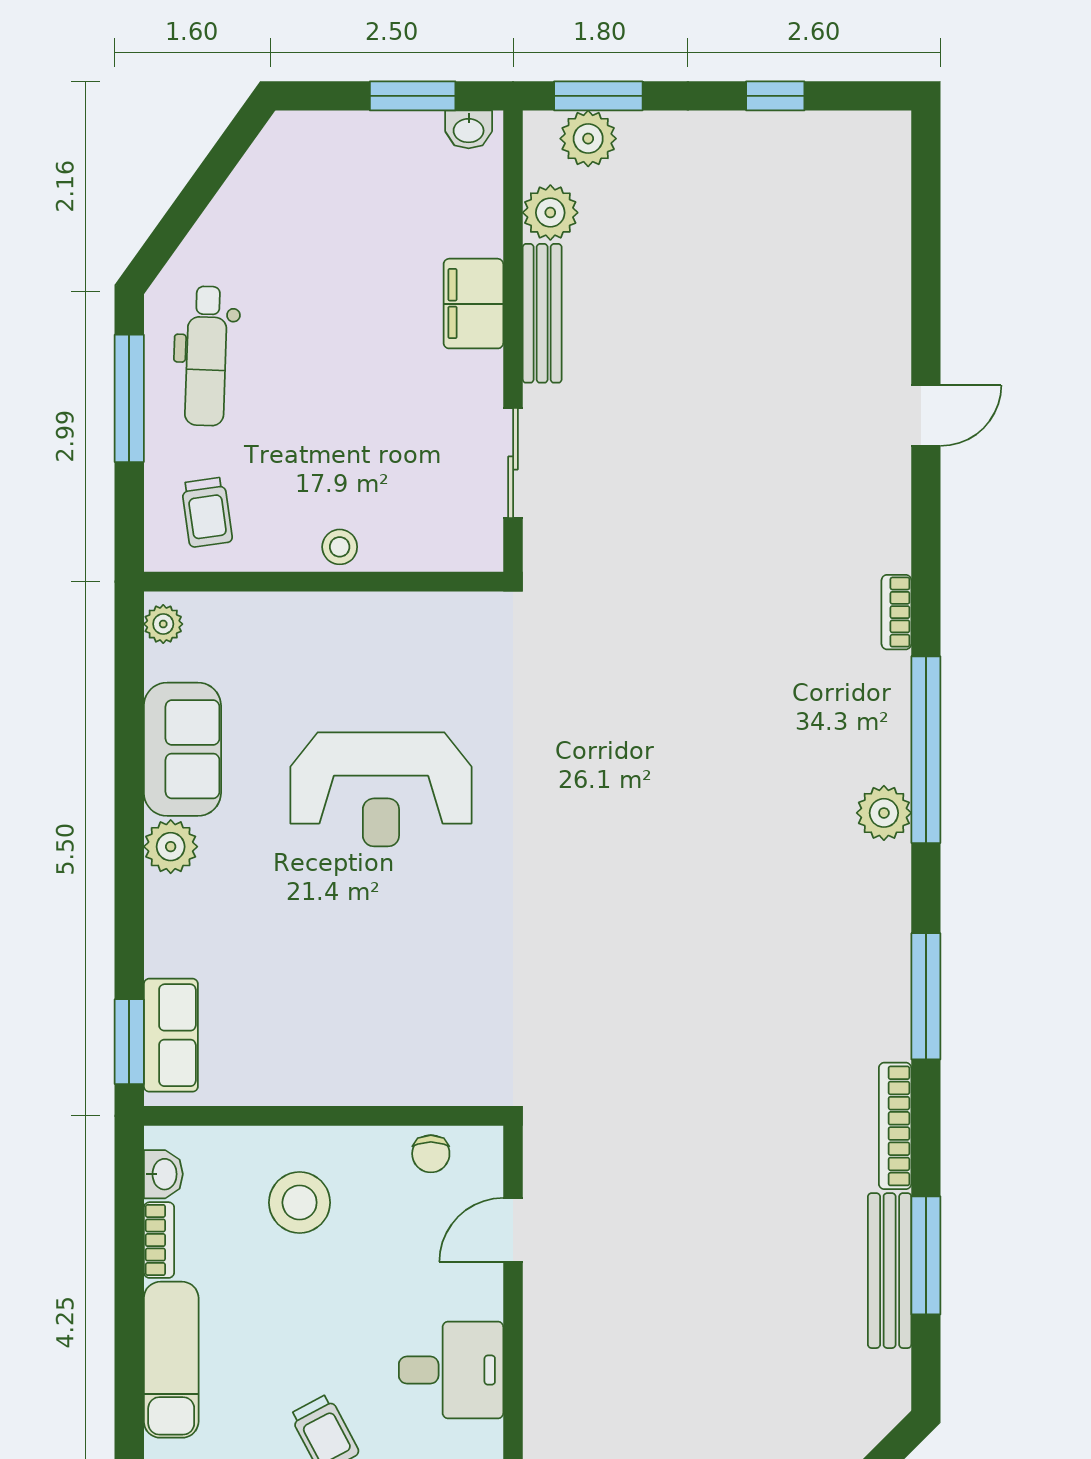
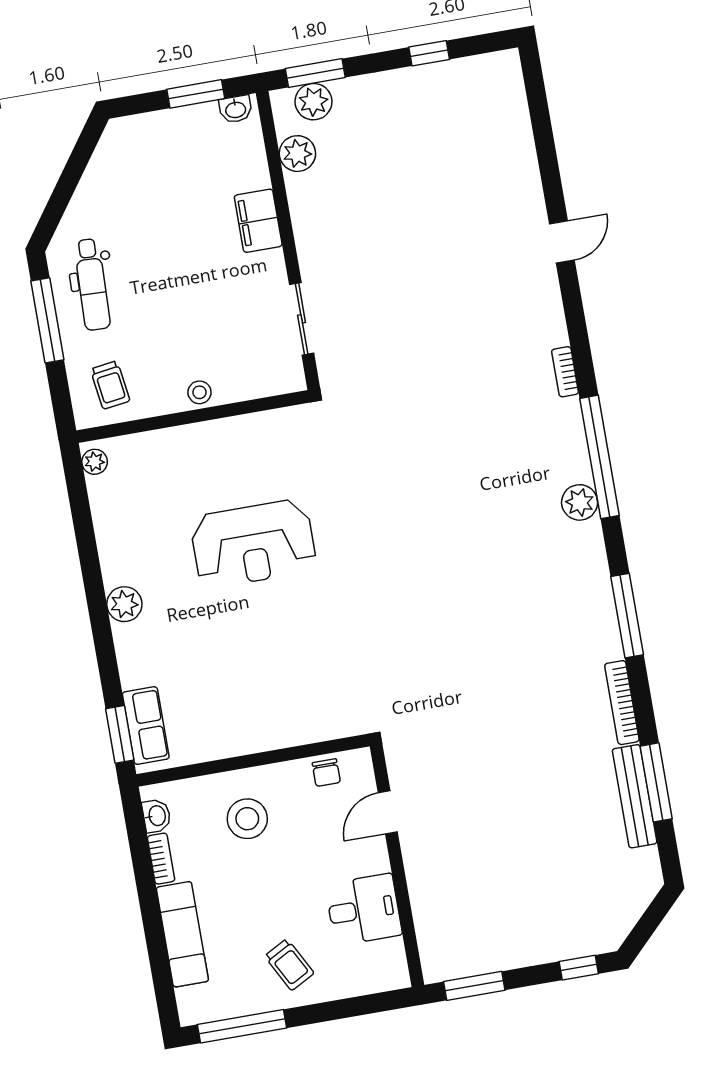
bench: (542, 313) -> (304, 219), removed
sofa: (182, 749) -> (121, 540), removed

